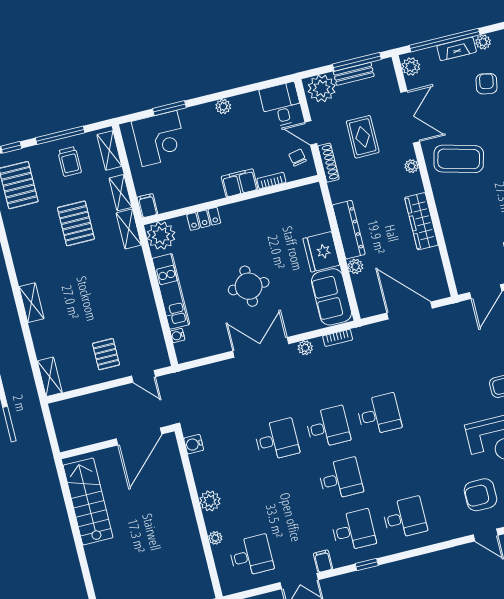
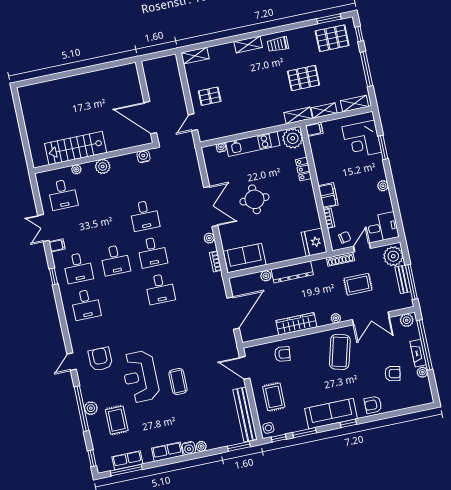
trolley: (70, 161) -> (278, 44), moved
armchair: (465, 239) -> (282, 354), added
fridge: (321, 252) -> (314, 242), moved, turned -90
stairs: (88, 501) -> (76, 148), moved, turned 180

